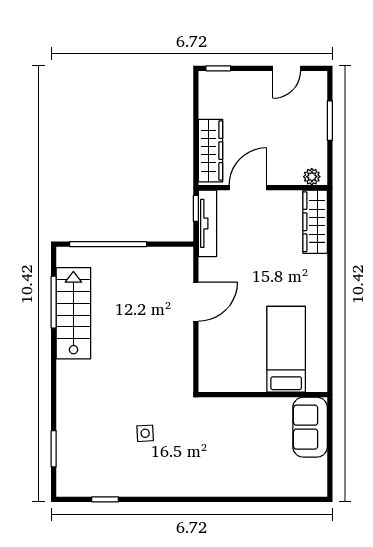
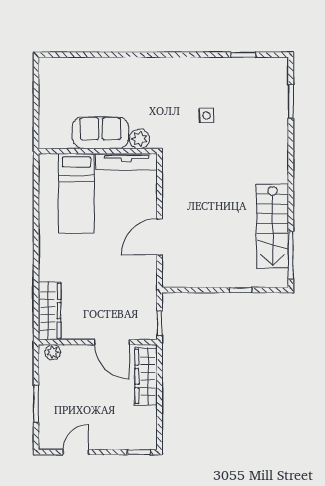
door: (248, 188) -> (112, 342), hinge flipped
tv unit: (208, 223) -> (127, 162), moved, turned -90
window: (108, 244) -> (241, 290), width x0.32
window: (54, 302) -> (291, 255), moved
plant: (218, 408) -> (139, 139), added
sofa: (310, 427) -> (100, 133), moved, turned -90

